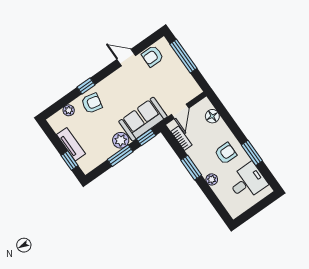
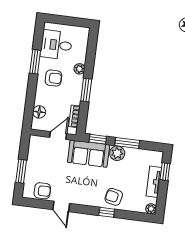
window: (183, 56) -> (21, 171), width x0.69
plant: (69, 110) -> (151, 209), moved
armchair: (226, 153) -> (53, 78), turned 180

